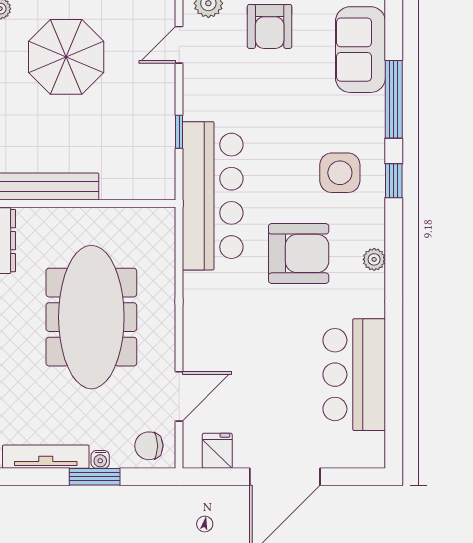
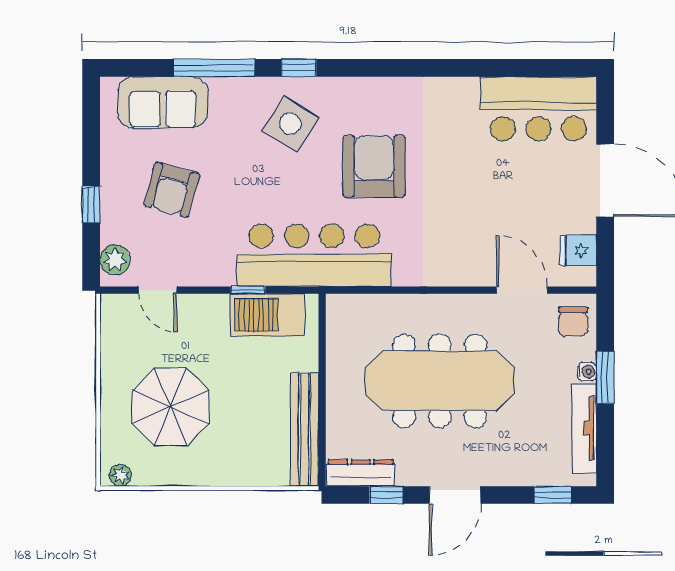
armchair: (270, 26) -> (172, 190), moved, turned 105
barbecue: (155, 150) -> (267, 315), added
side table: (340, 173) -> (290, 124), turned 33
plant: (374, 259) -> (380, 88), removed
bar counter: (354, 375) -> (538, 109), moved

